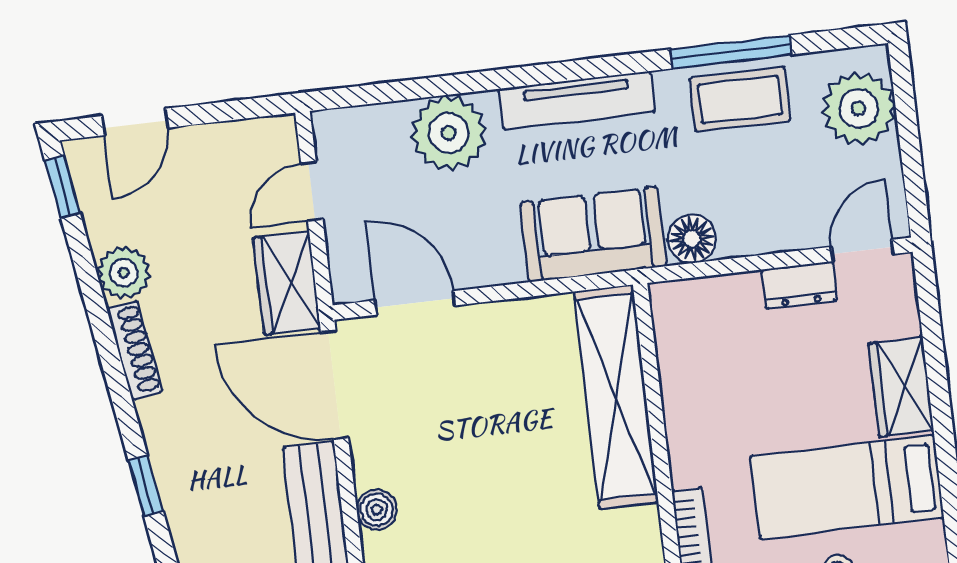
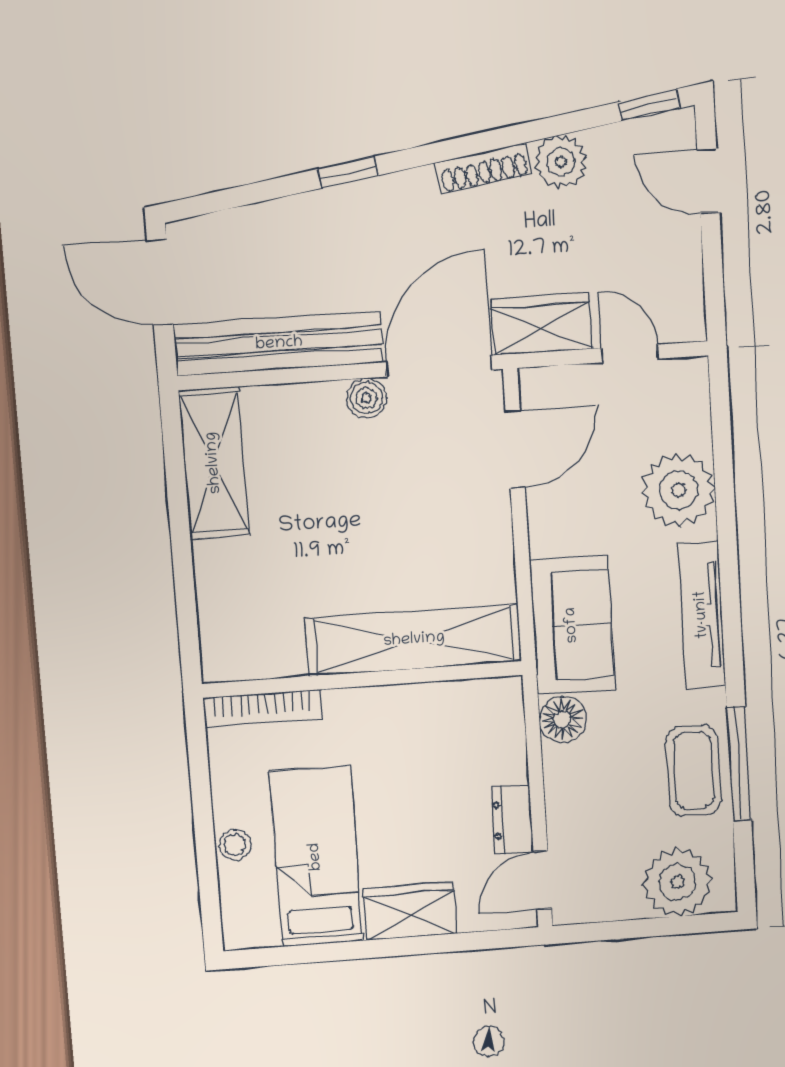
door: (862, 250) -> (542, 880), swing flipped
boiler: (377, 510) -> (366, 398), moved

